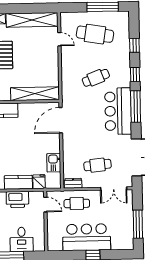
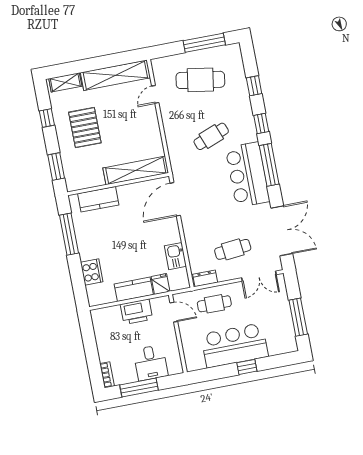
door: (59, 39) -> (155, 94), swing flipped

